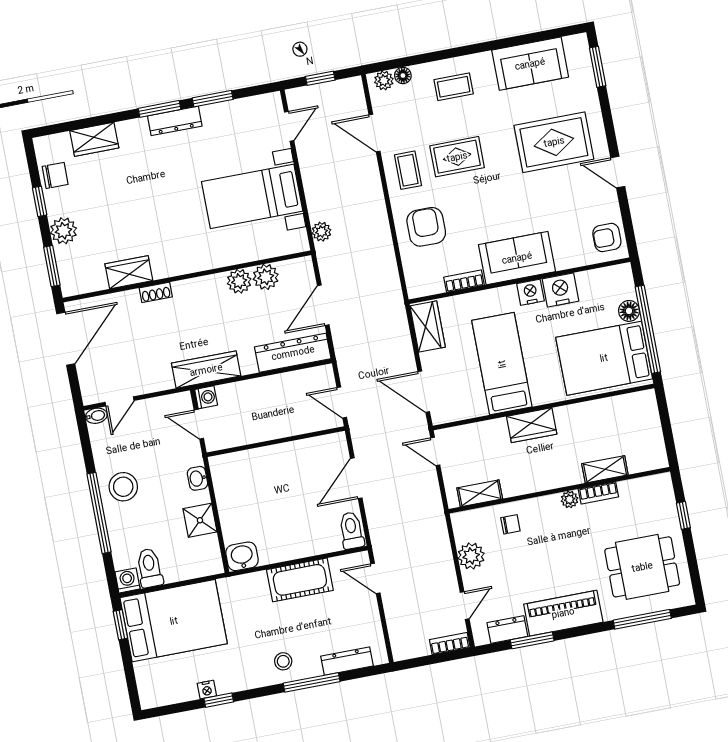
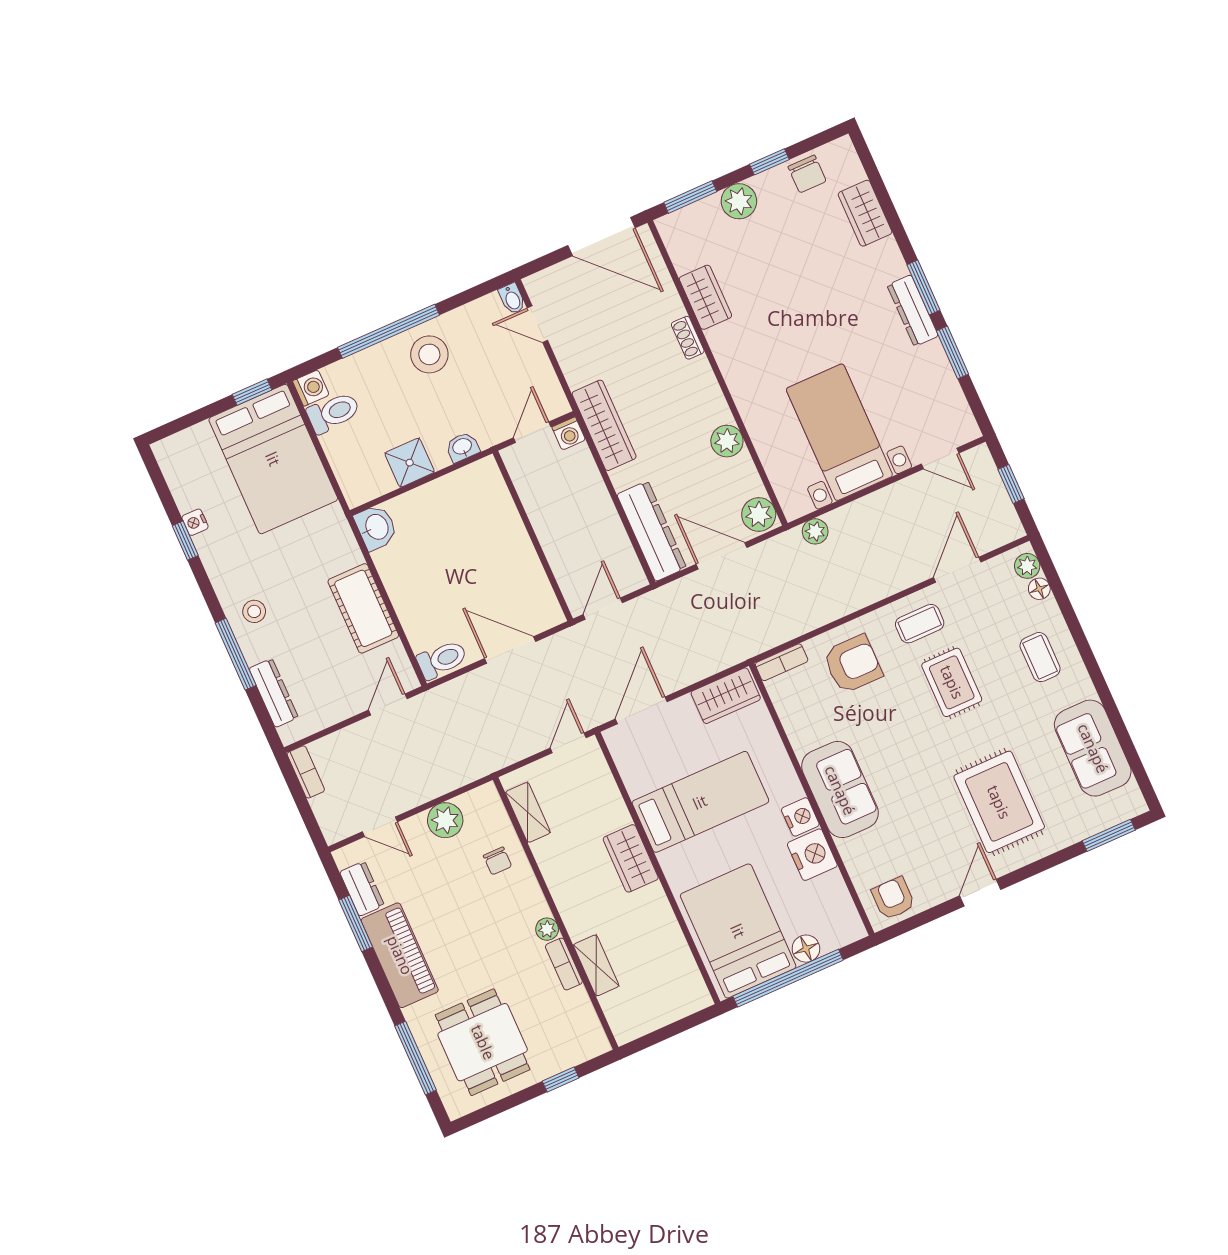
plant: (266, 277) -> (759, 515), moved
bookcase: (464, 281) -> (782, 662), moved, turned 90
bookcase: (450, 644) -> (306, 772), moved

